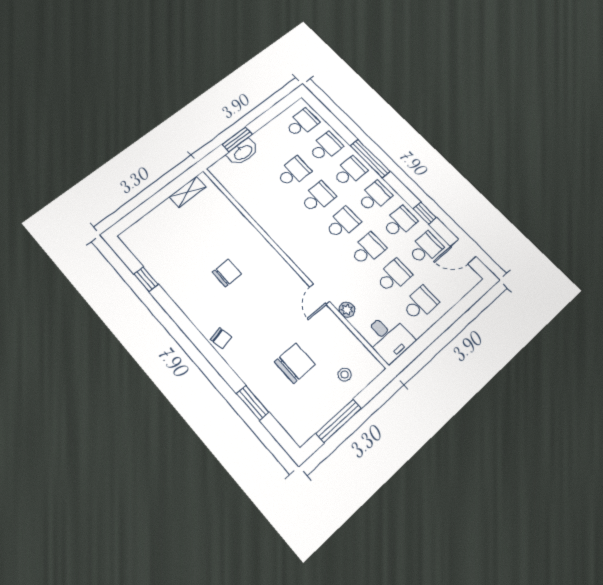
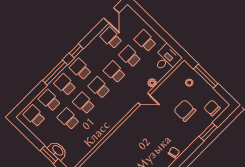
window: (425, 213) -> (76, 51), moved
school desk: (400, 222) -> (96, 54), removed
chair: (227, 273) -> (212, 108), moved
window: (339, 421) -> (206, 76), moved

